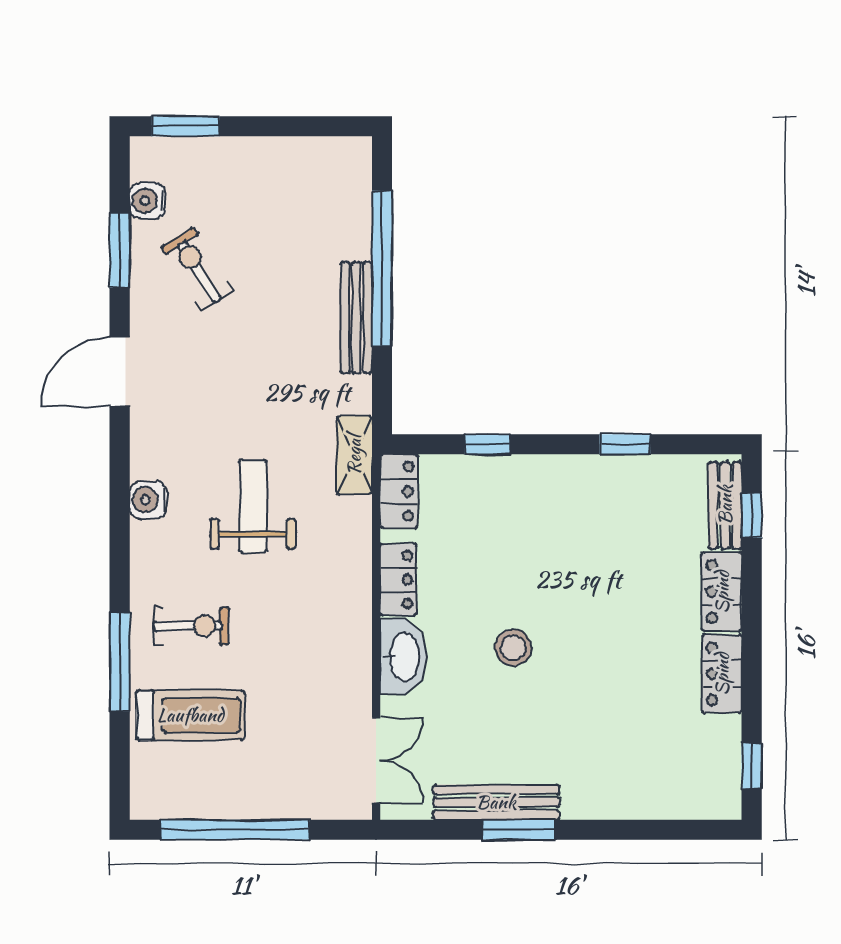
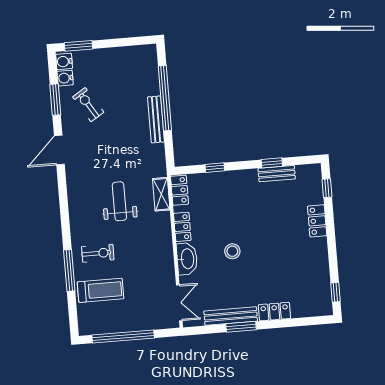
shelving: (354, 455) -> (161, 194), moved
water cooler: (148, 500) -> (64, 61), moved
bench: (725, 505) -> (277, 174), moved, turned 90
locker: (722, 674) -> (274, 312), moved, turned 90

